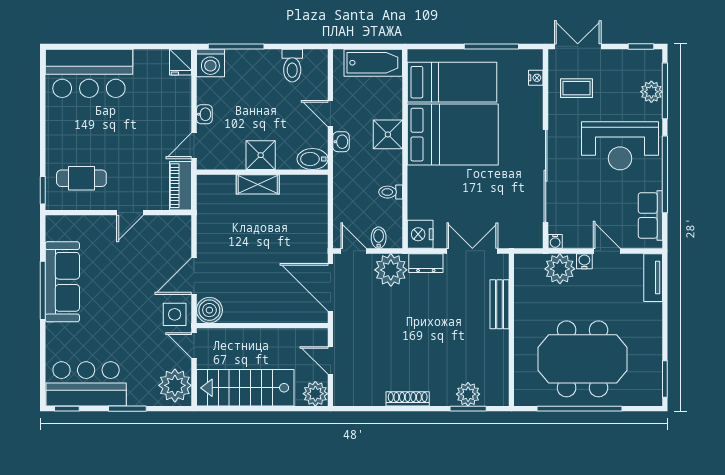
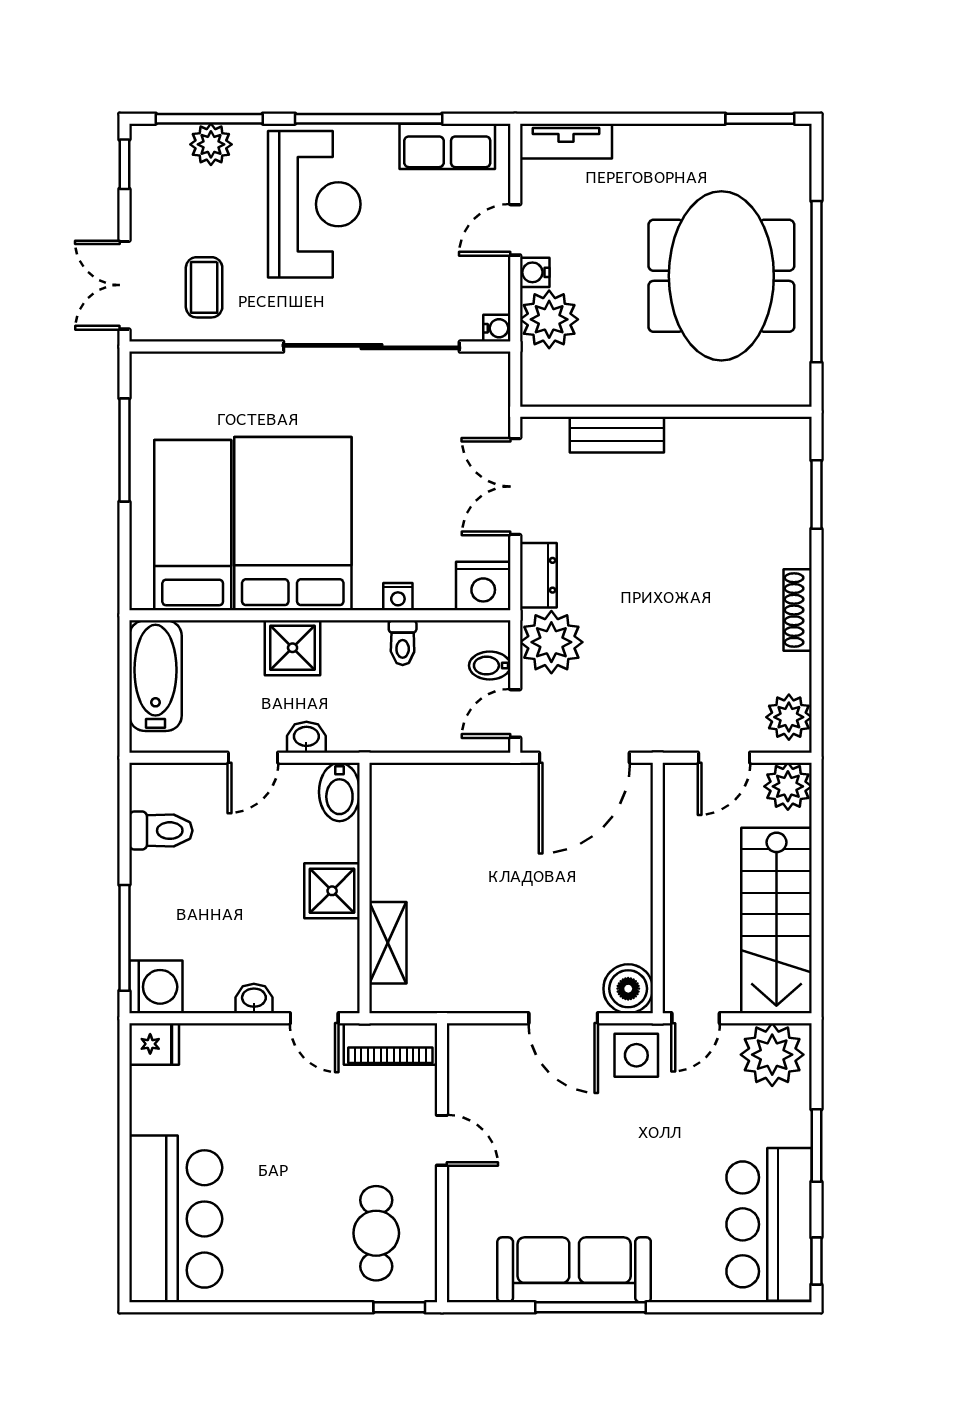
nightstand: (536, 78) -> (398, 597), moved, turned 180
shelving: (258, 184) -> (388, 943), moved
plant: (468, 394) -> (789, 717), moved

